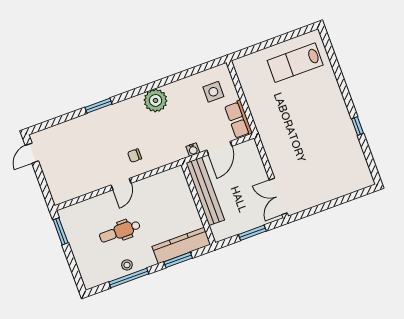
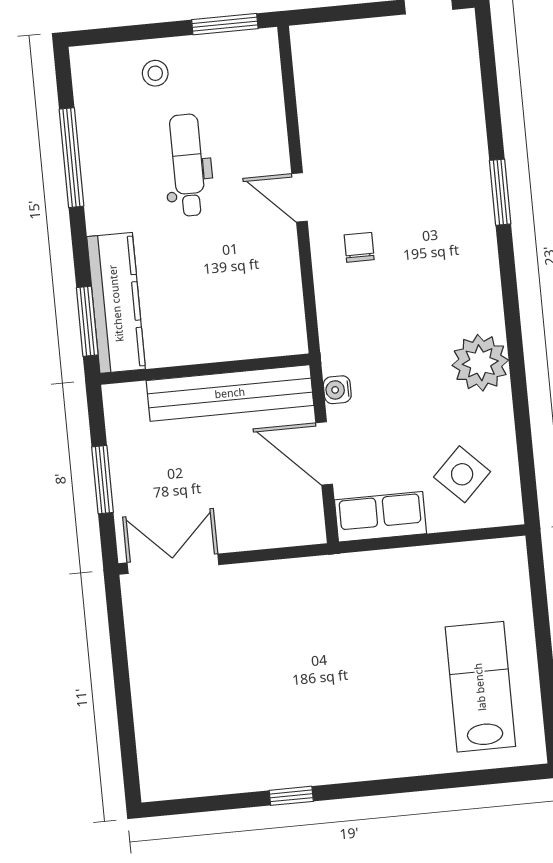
side table: (213, 92) -> (462, 474), turned 45
plant: (155, 100) -> (480, 363), moved
window: (178, 260) -> (87, 321), moved
stool: (127, 265) -> (155, 73), moved

